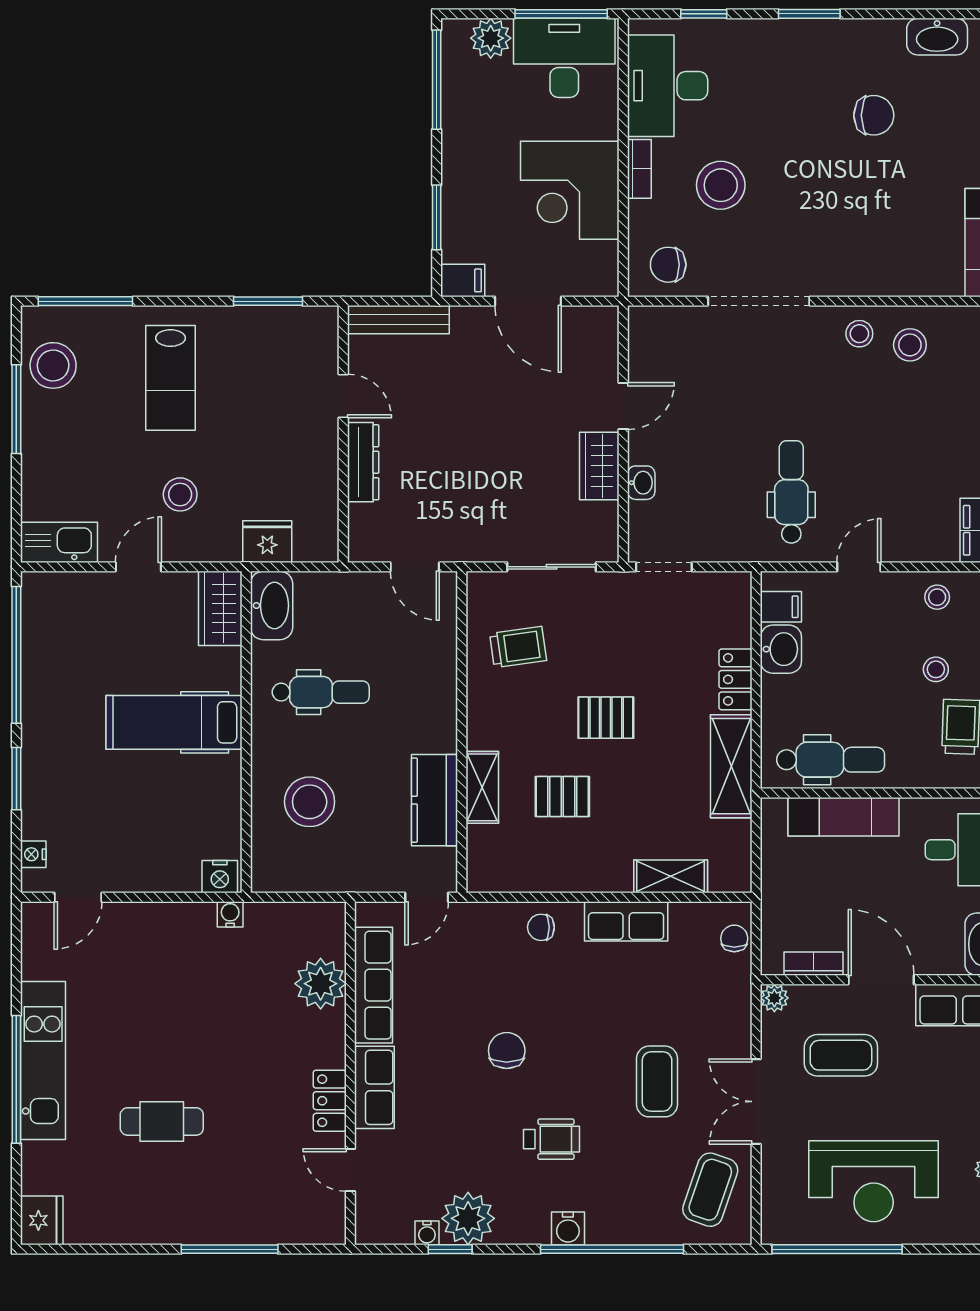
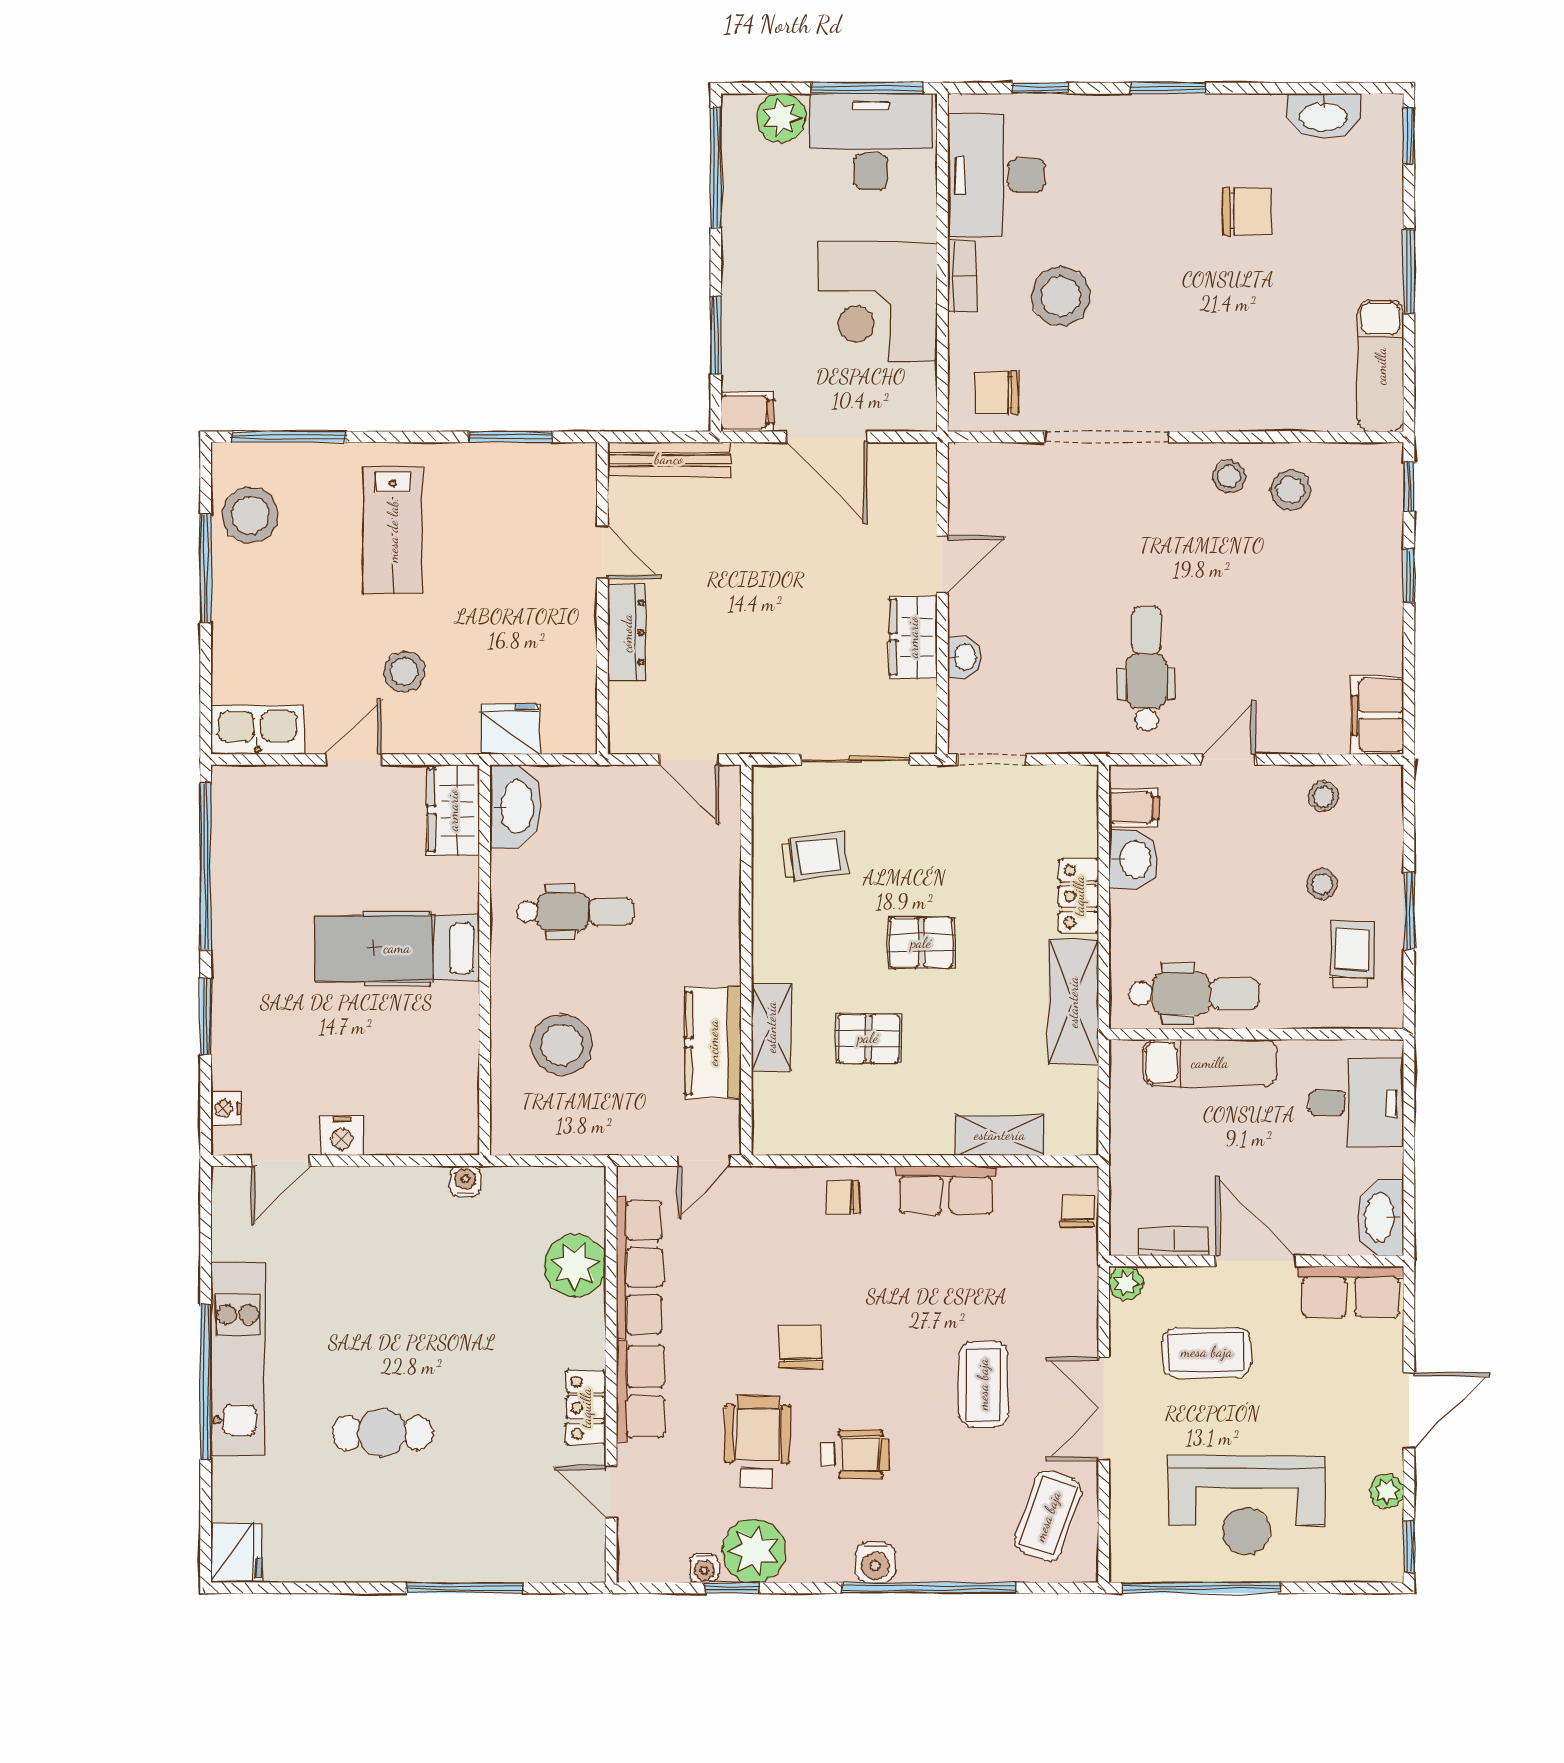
nightstand: (220, 877) -> (342, 1136), moved
wheelchair: (471, 1128) -> (757, 1441), added

